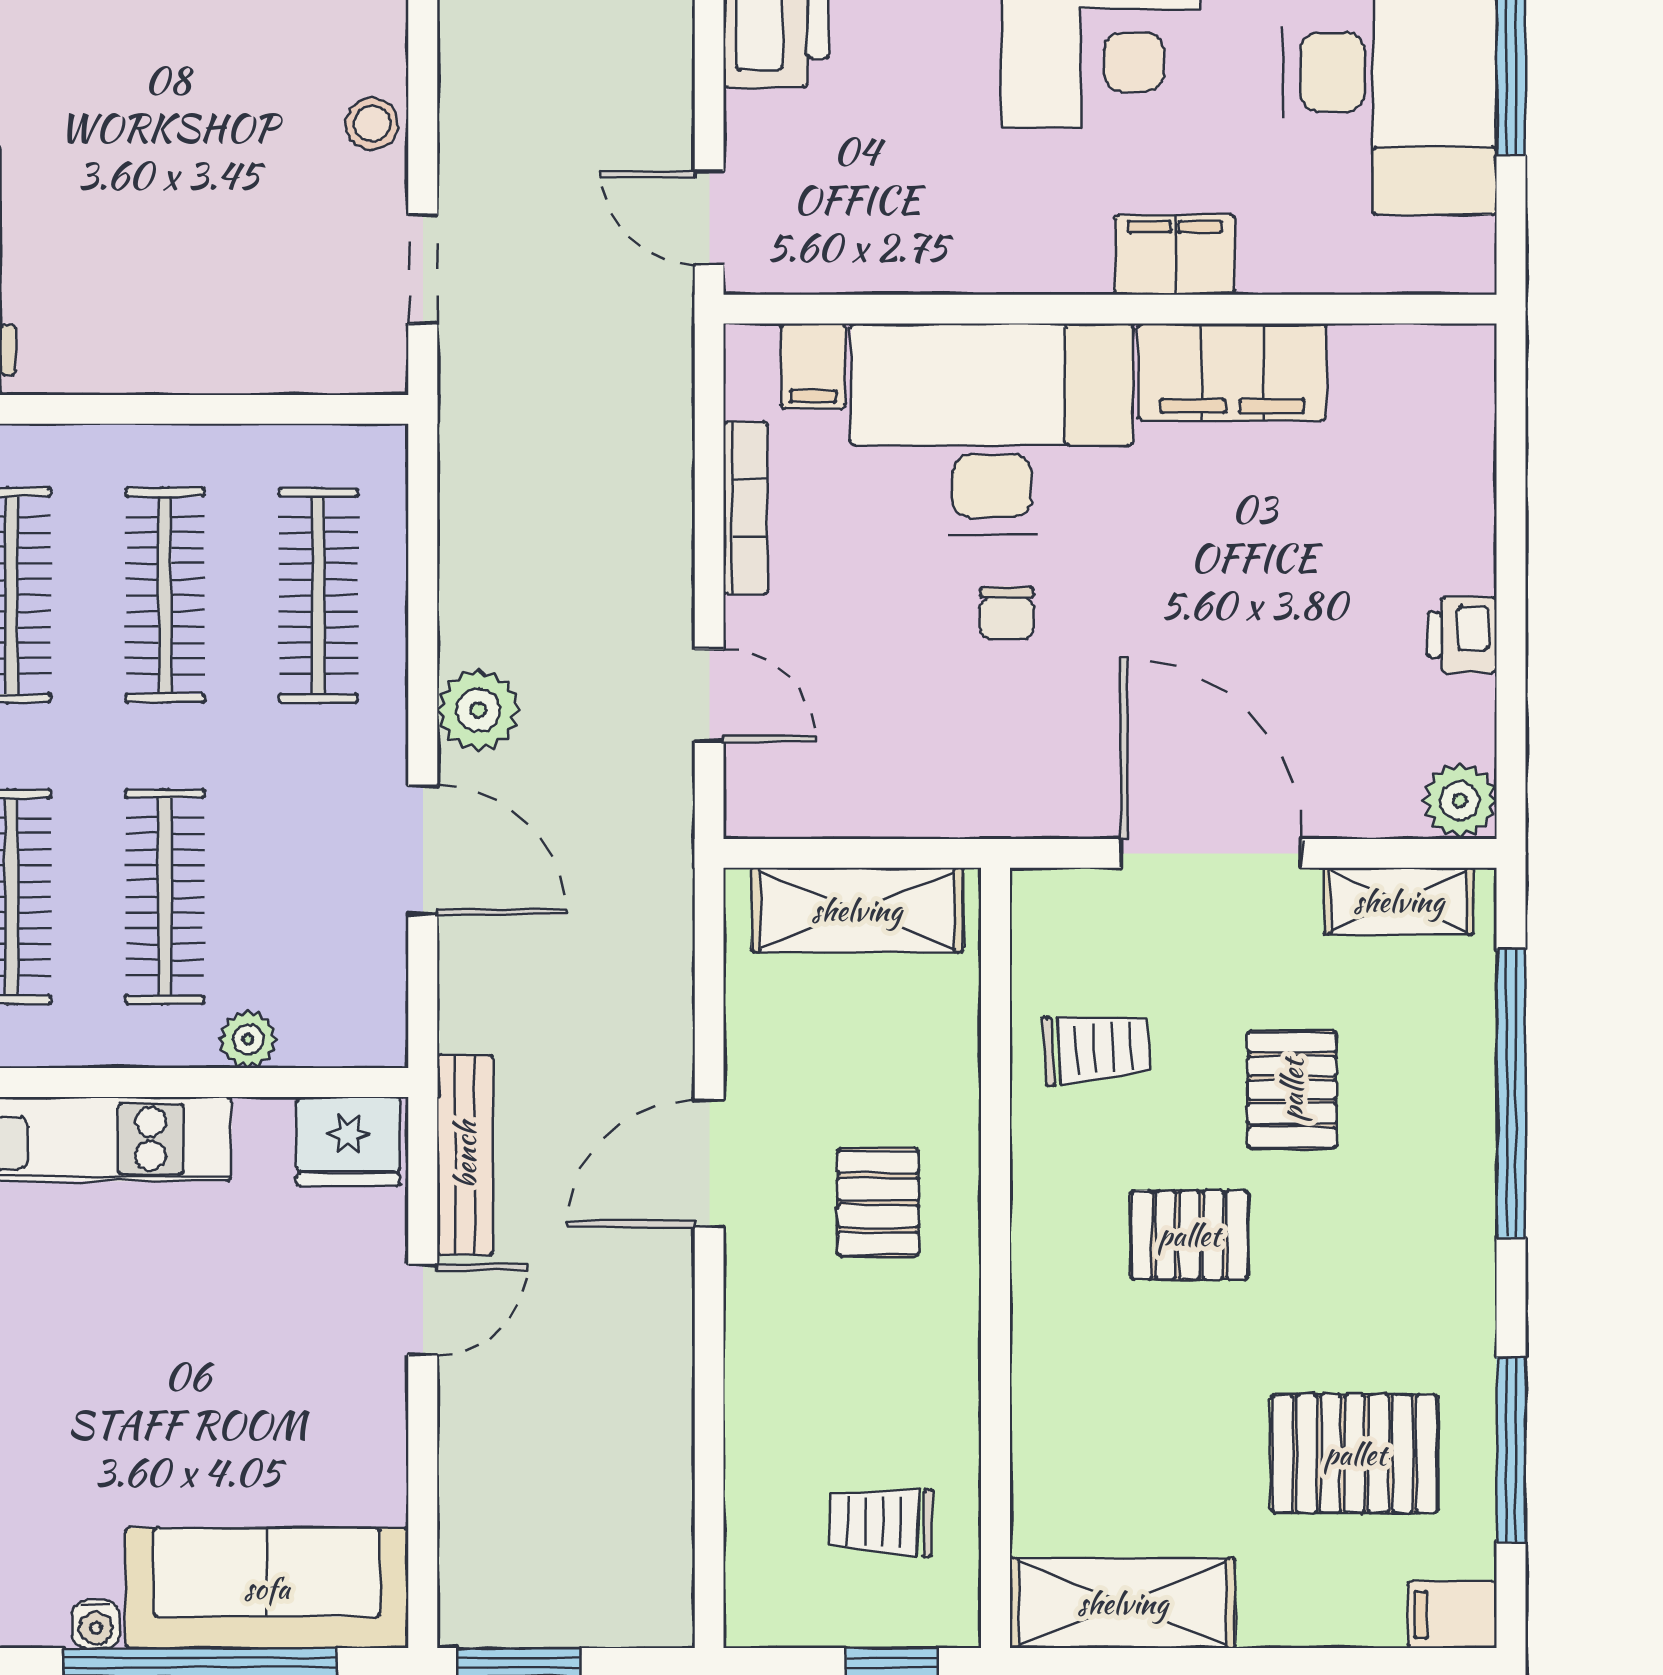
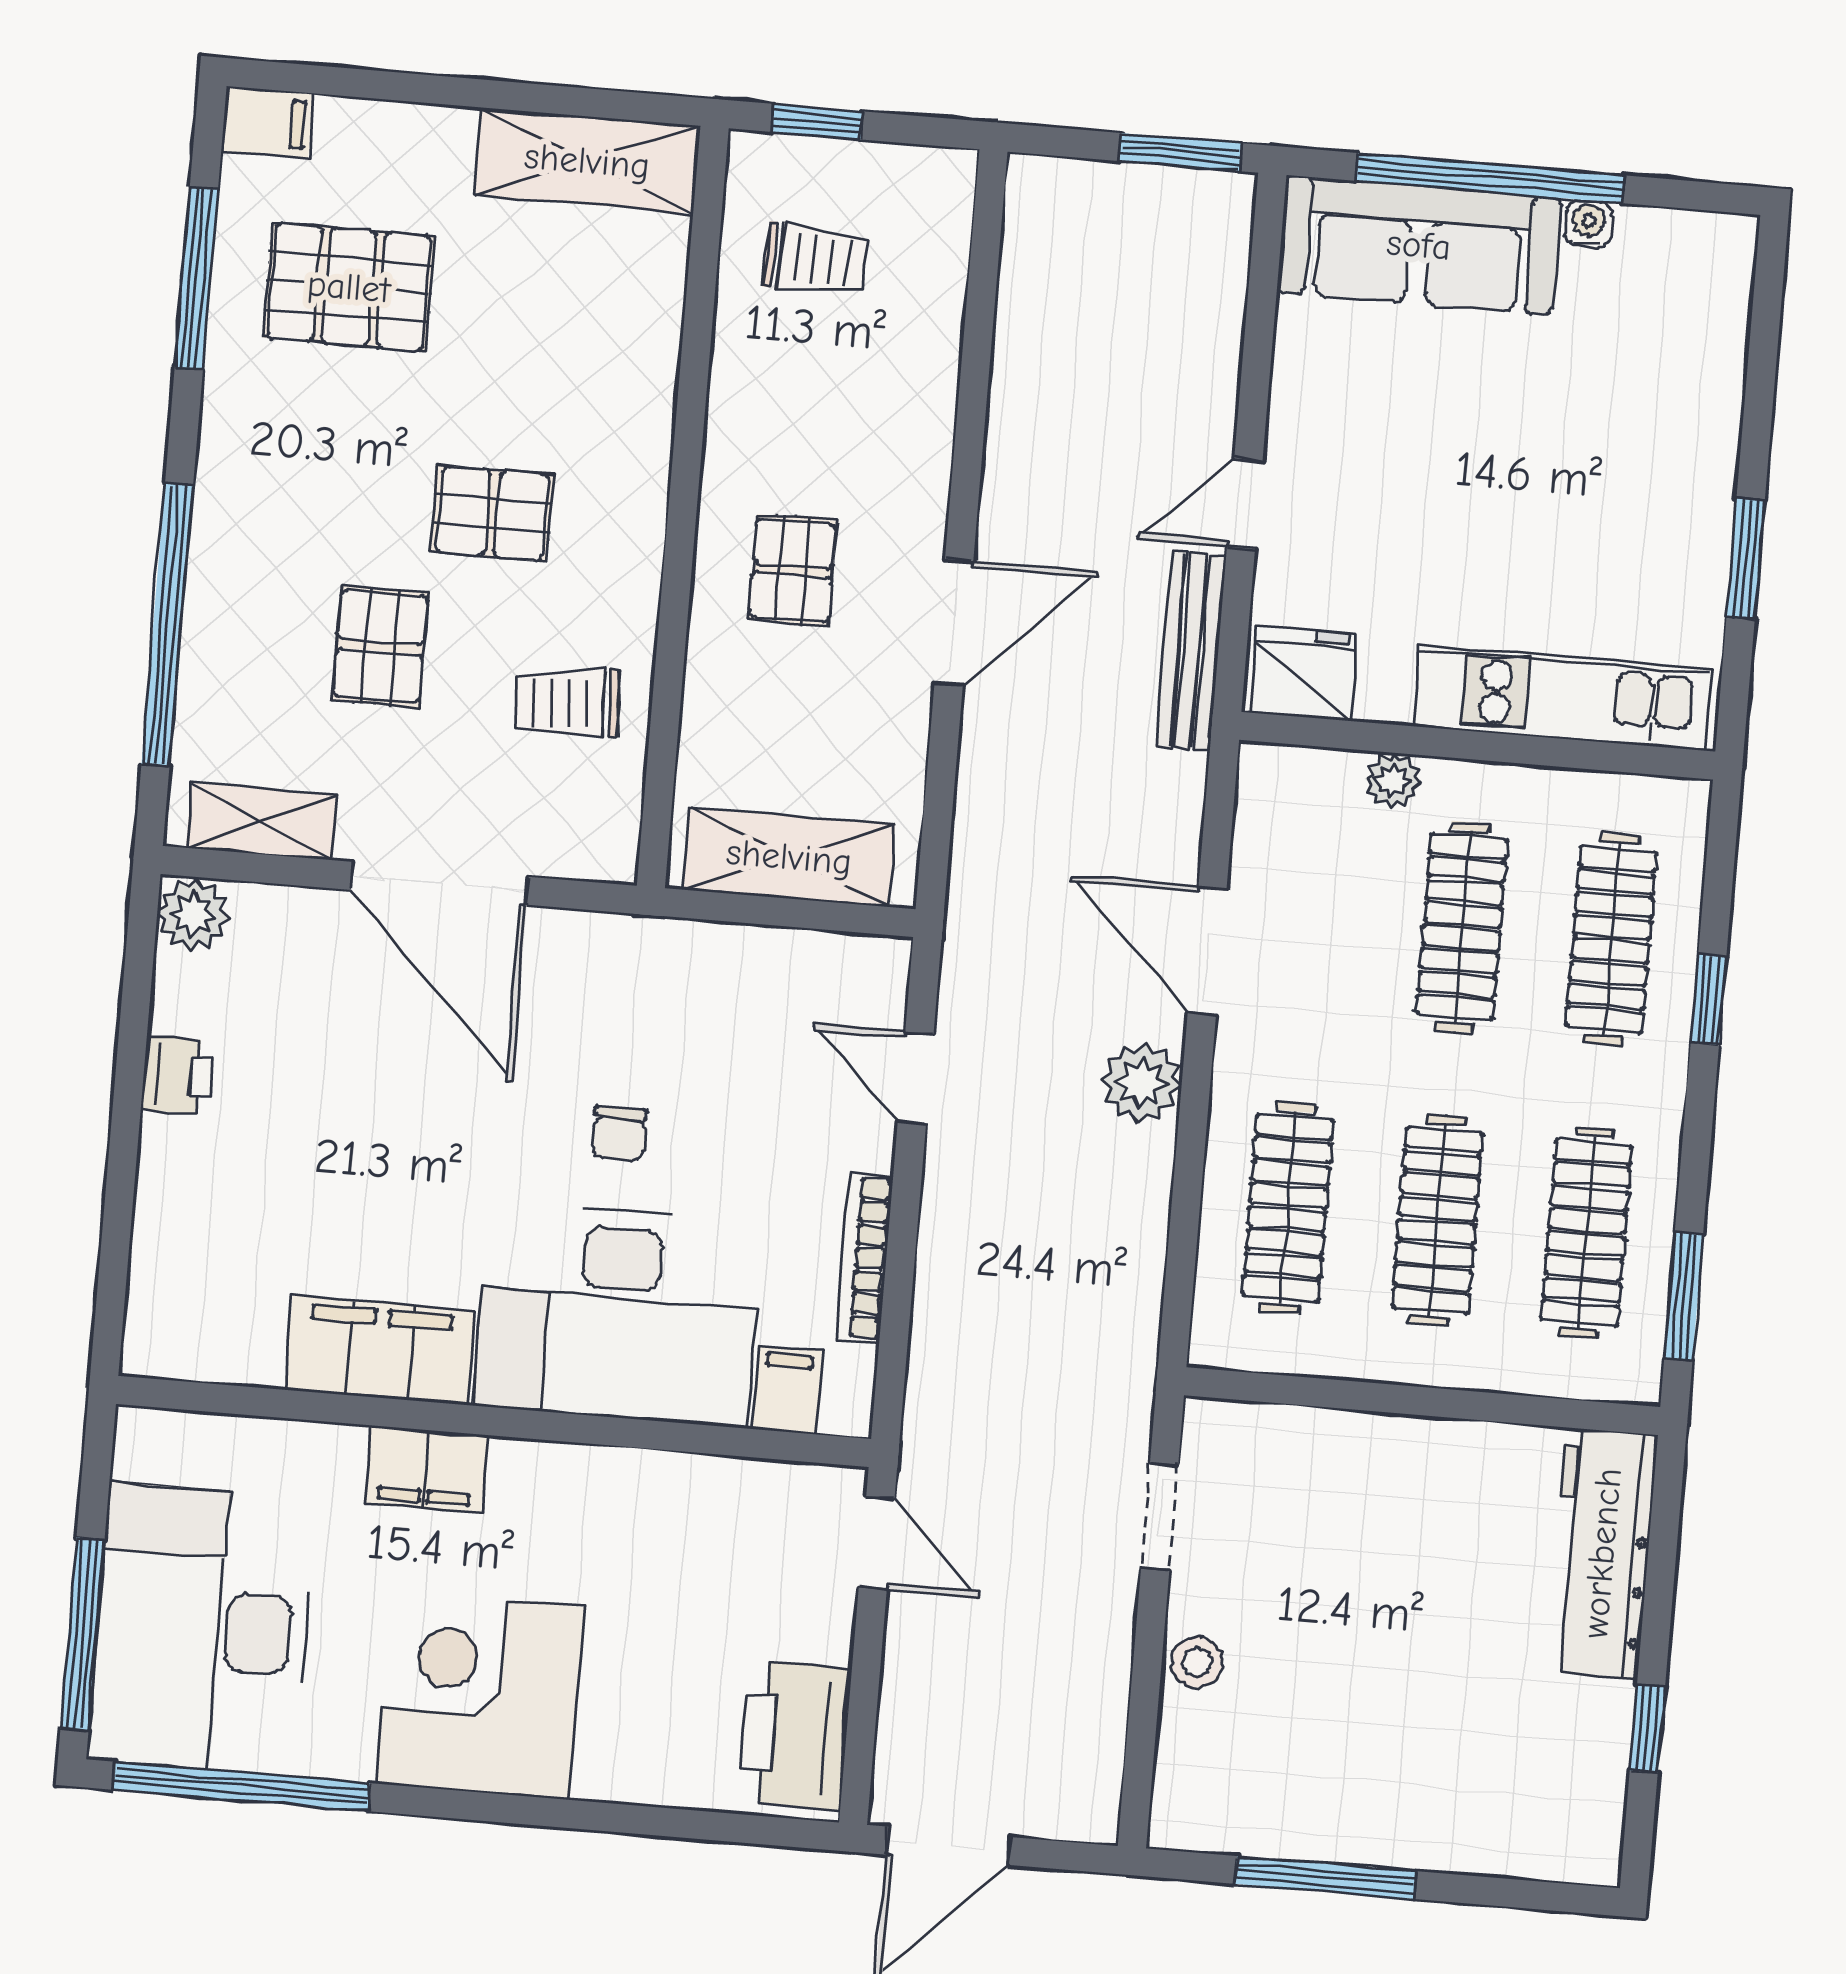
chair: (1007, 613) -> (619, 1134), turned 180

